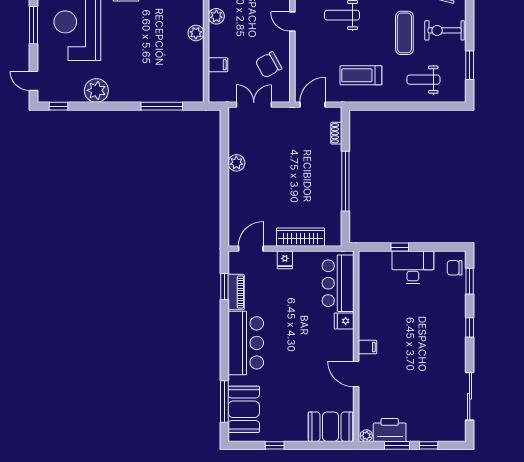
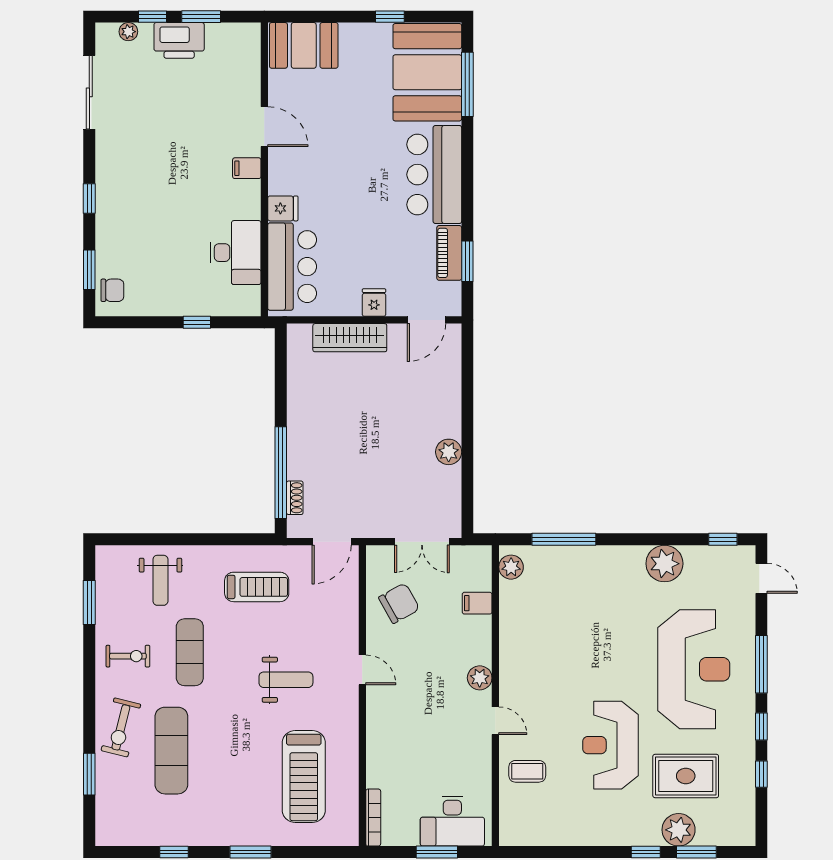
exercise bike: (445, 30) -> (128, 656), width x0.73, depth x0.72
plant: (196, 33) -> (511, 567), moved
weight bench: (423, 80) -> (160, 580), turned 90
window: (345, 181) -> (281, 473), moved
desk: (413, 267) -> (236, 253), moved, turned -90
booth: (244, 409) -> (427, 72), width x1.36, depth x1.42
printer: (390, 430) -> (179, 40), moved
plant: (366, 436) -> (128, 32), moved

